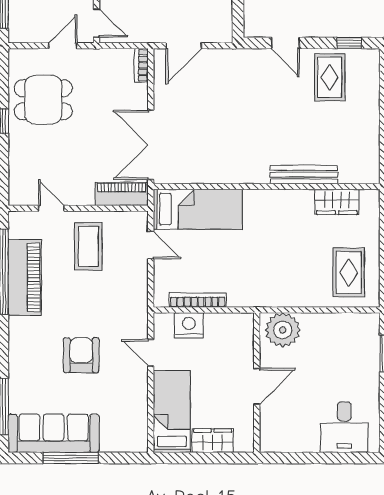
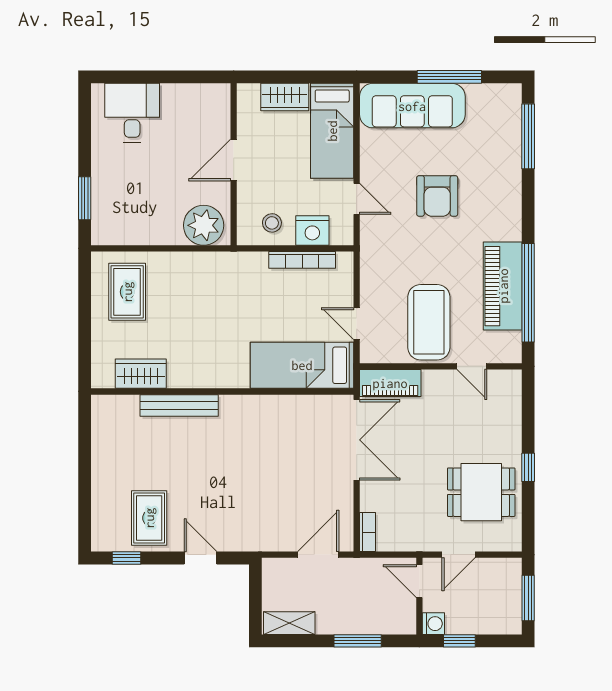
coffee table: (88, 246) -> (429, 322), width x1.36, depth x1.32
stool: (224, 332) -> (272, 223), added
sofa: (54, 433) -> (412, 106), moved

